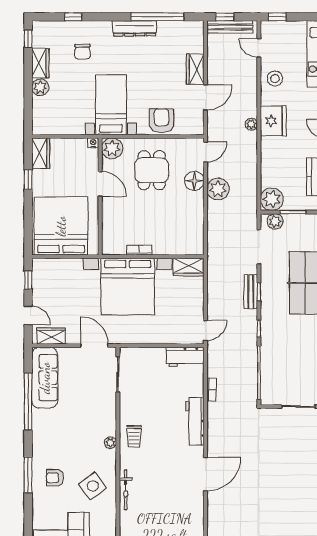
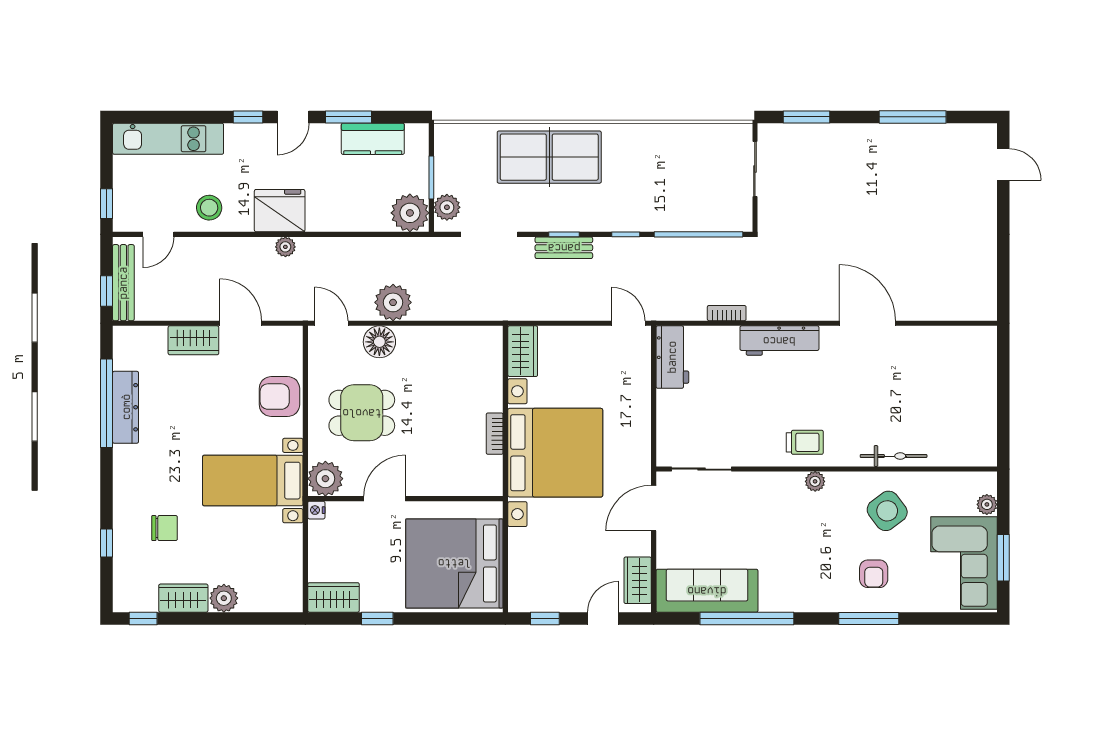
dresser: (135, 28) -> (126, 407), moved

